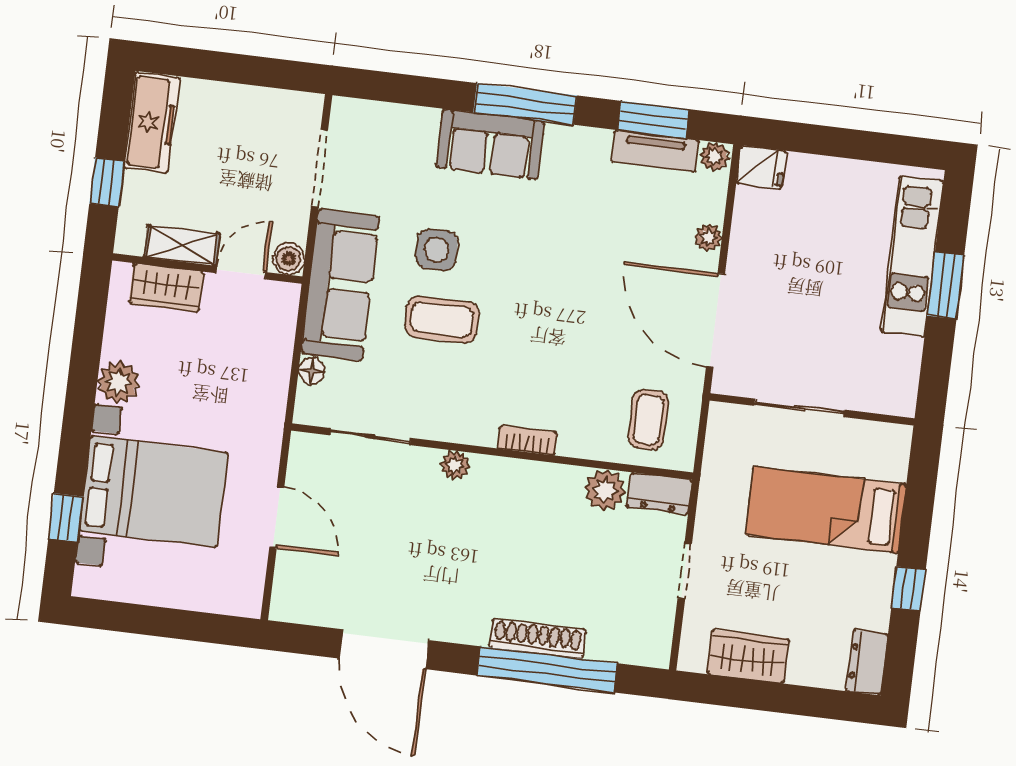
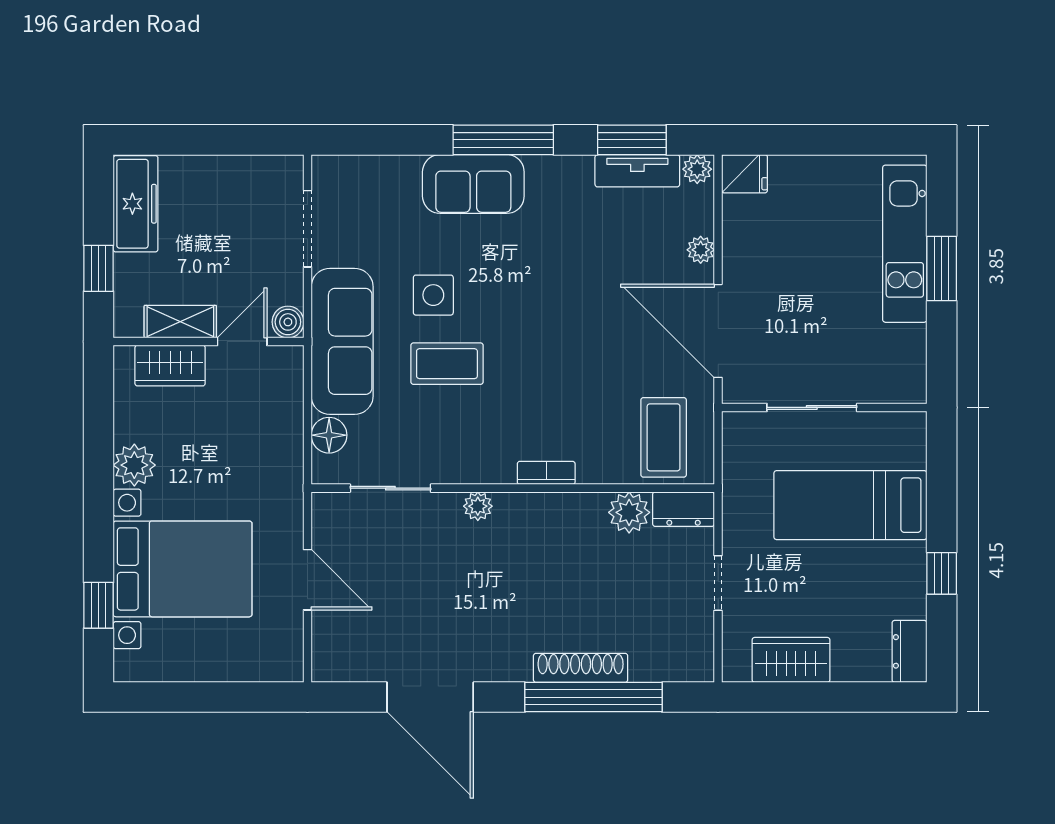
floor lamp: (312, 371) -> (329, 435), width x1.37, depth x1.37
coffee table: (648, 419) -> (664, 437), width x1.36, depth x1.30

